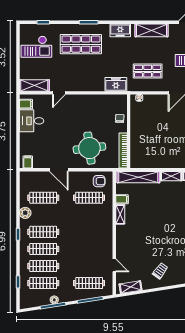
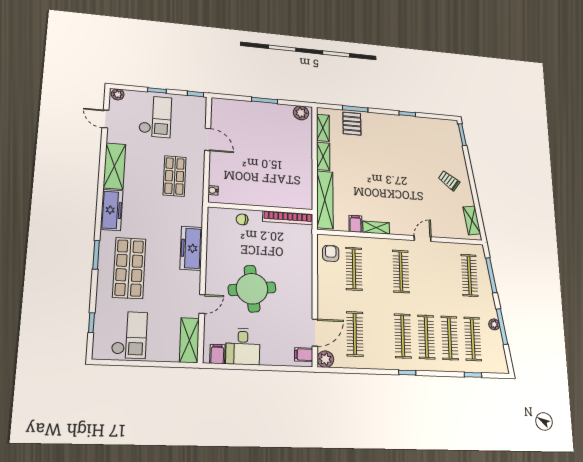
freezer: (120, 30) -> (112, 210), width x1.40
freezer: (116, 84) -> (191, 248), moved, width x1.40
door: (59, 93) -> (202, 304), hinge flipped
round table: (89, 148) -> (252, 289), moved
door: (59, 170) -> (315, 333), moved
plant: (25, 213) -> (325, 359), moved
clothes rail: (89, 232) -> (401, 271), added
door: (114, 265) -> (423, 239), moved

